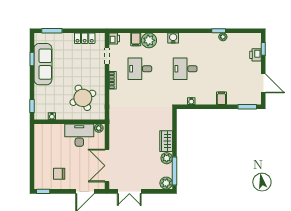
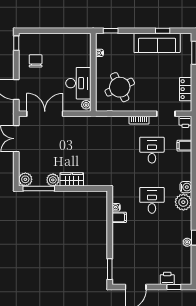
plant: (149, 40) -> (183, 202), moved
filing cabinet: (221, 98) -> (119, 217), moved

